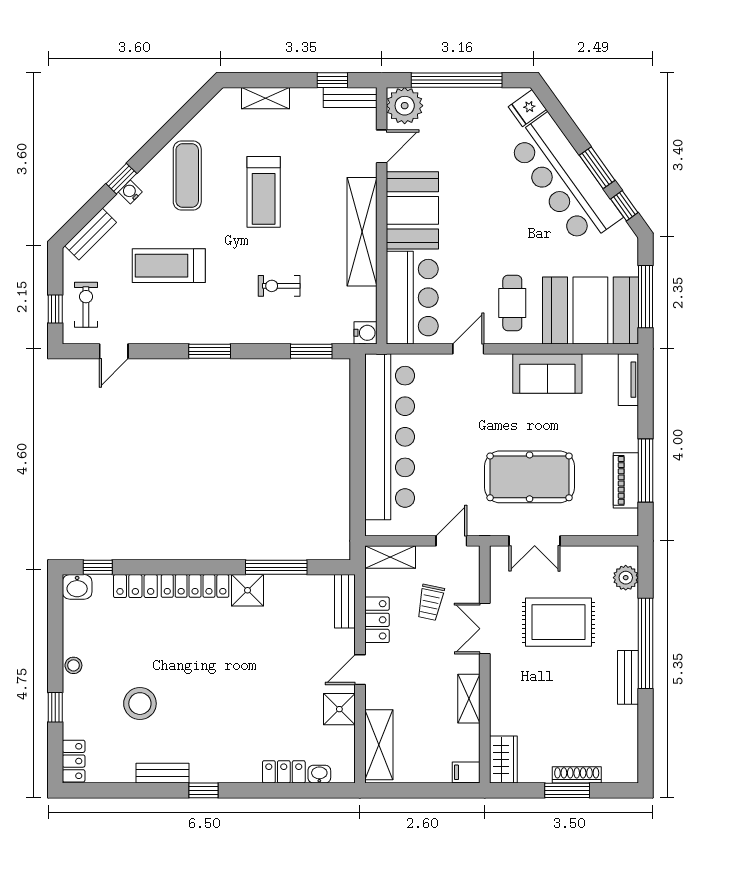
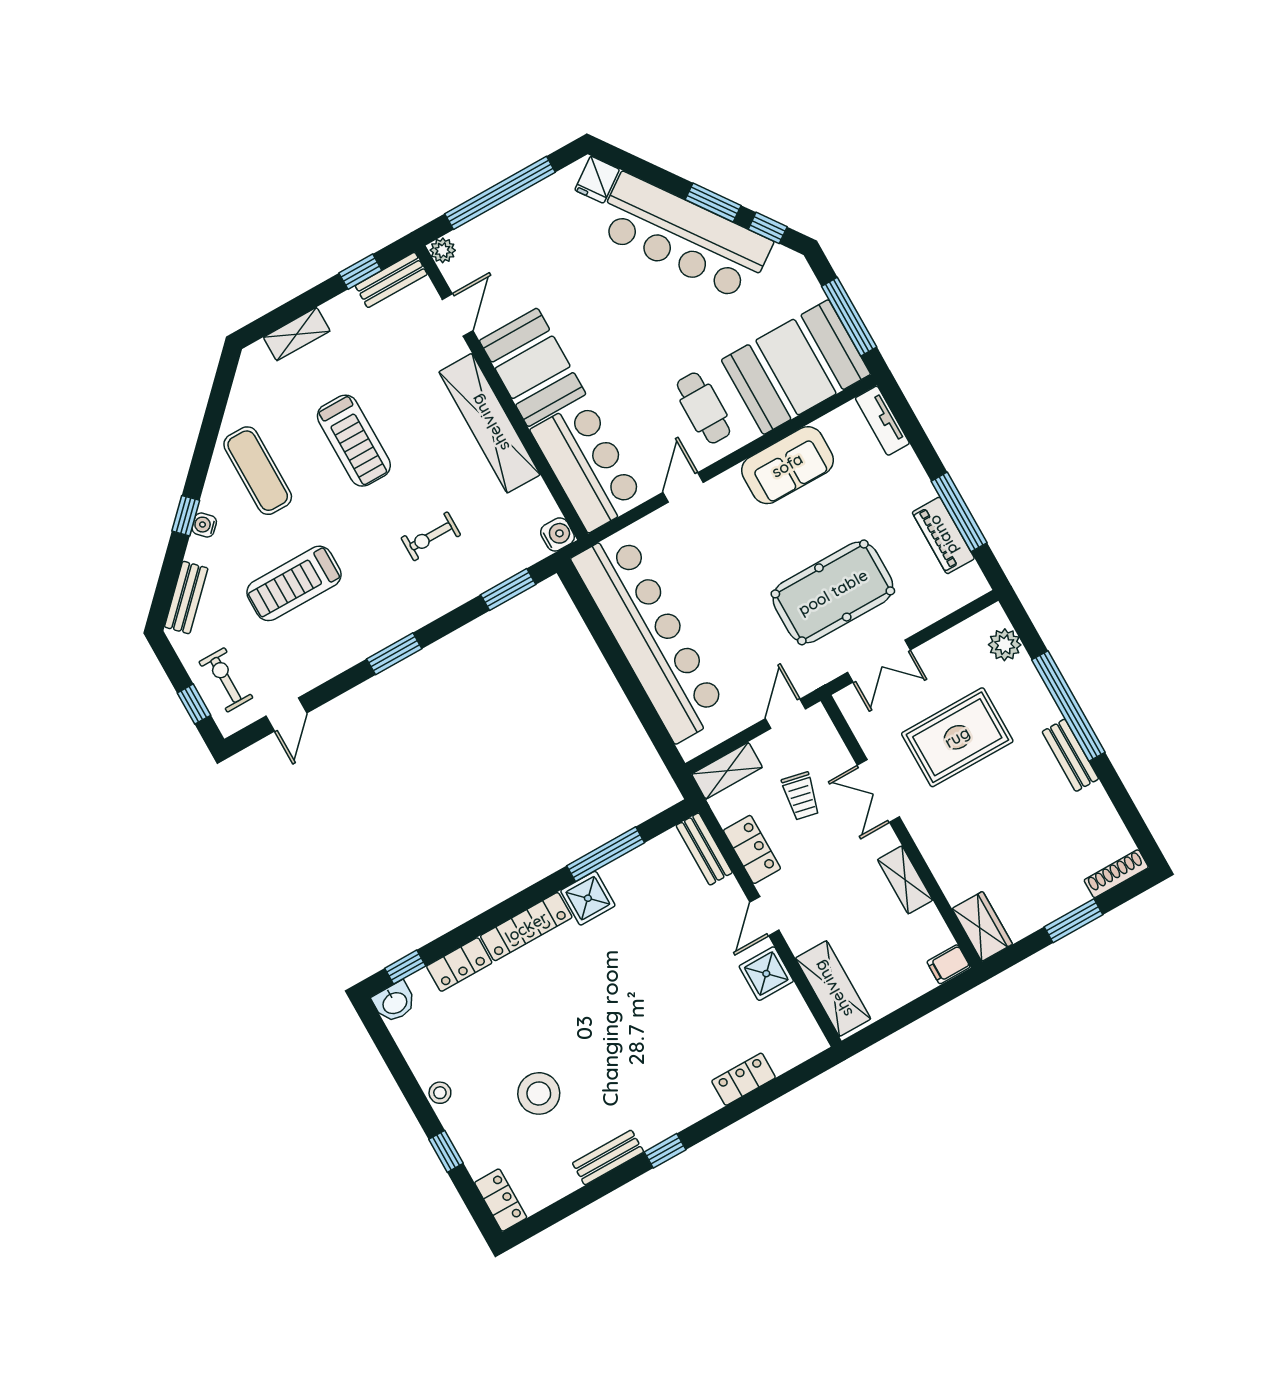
plant: (405, 106) -> (443, 250), width x0.53, depth x0.53
washbasin: (319, 774) -> (785, 1059), removed
shoe rack: (577, 775) -> (1116, 874), moved

